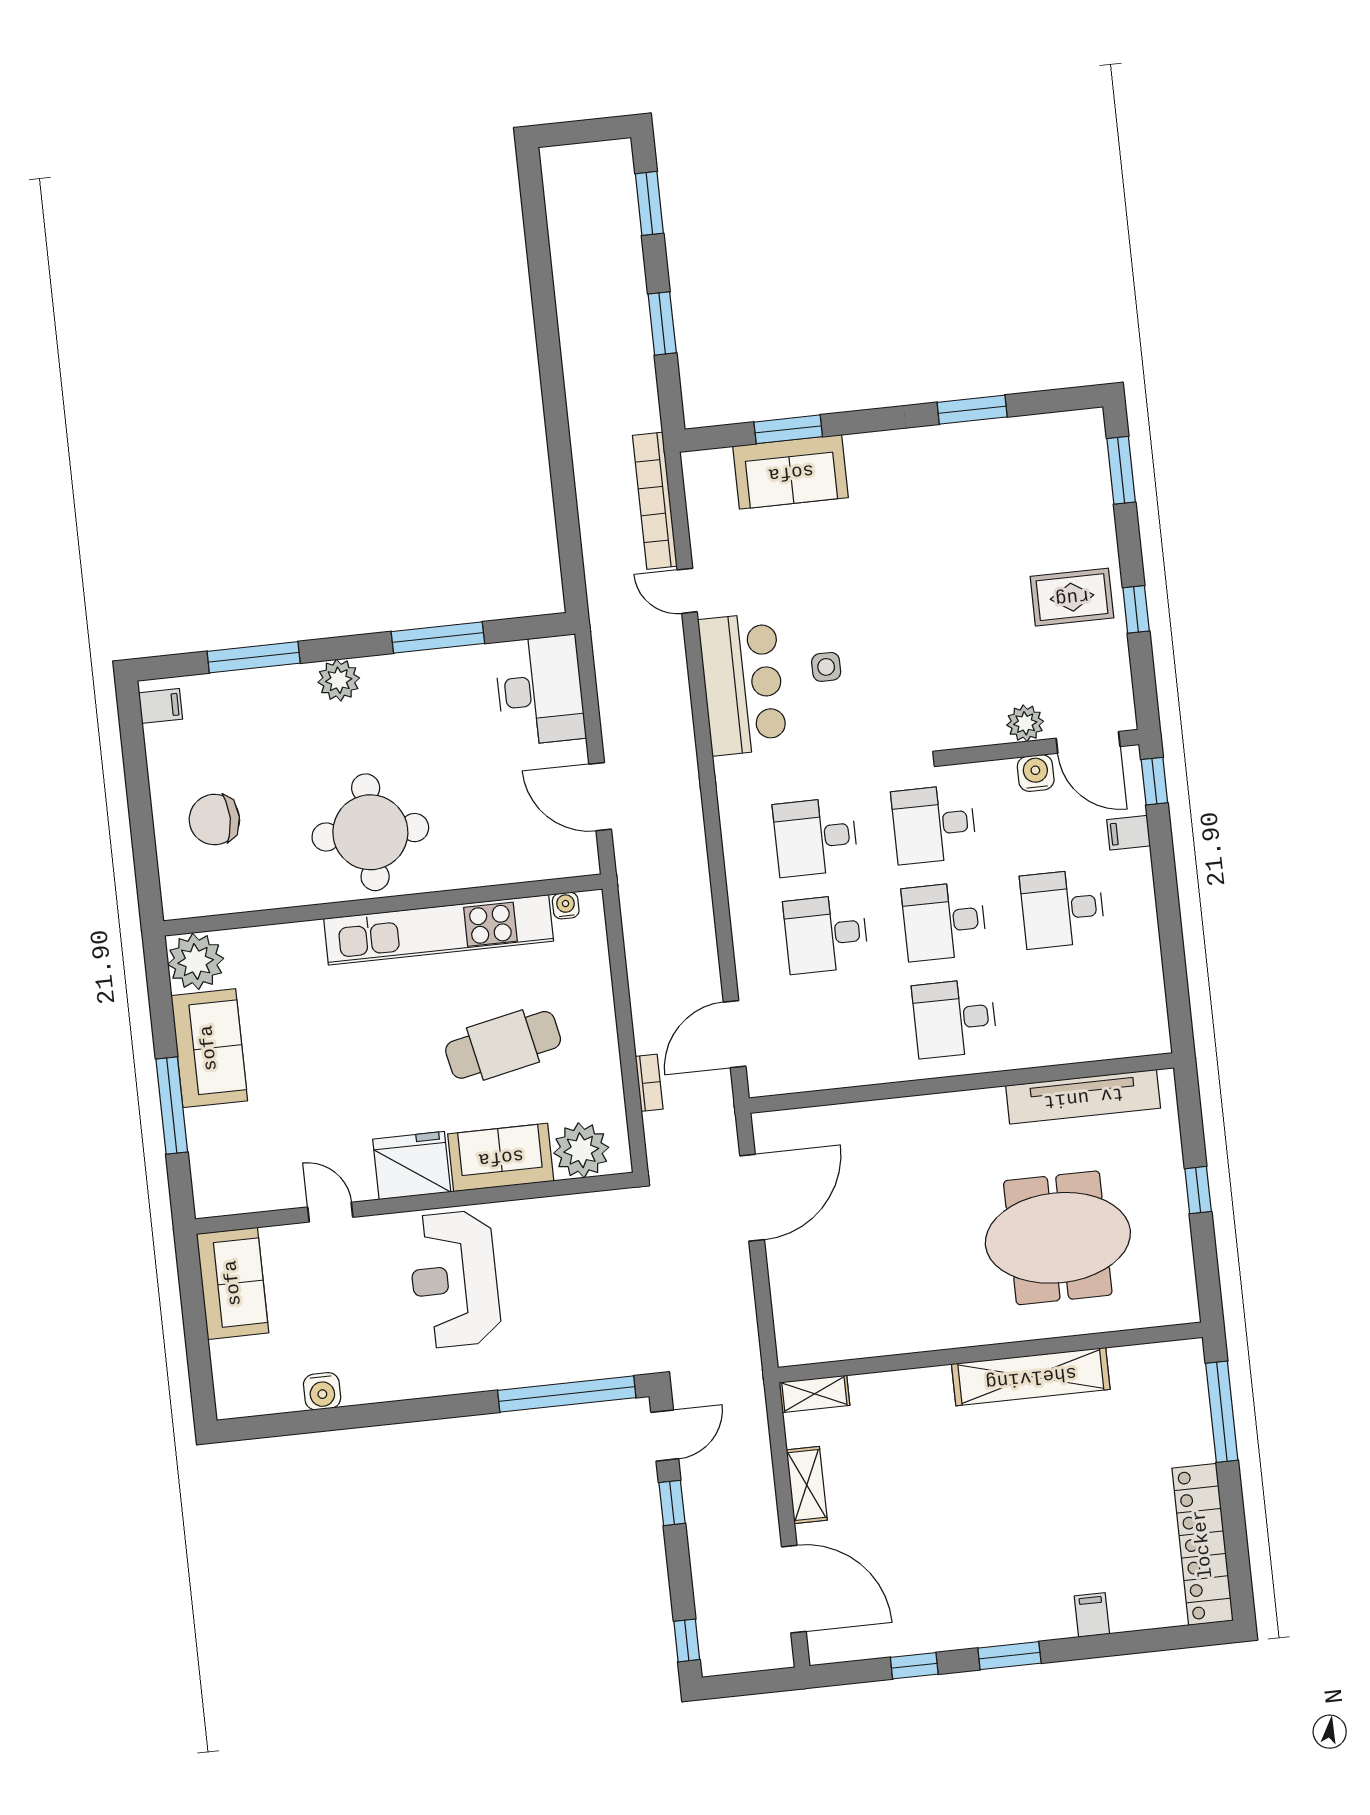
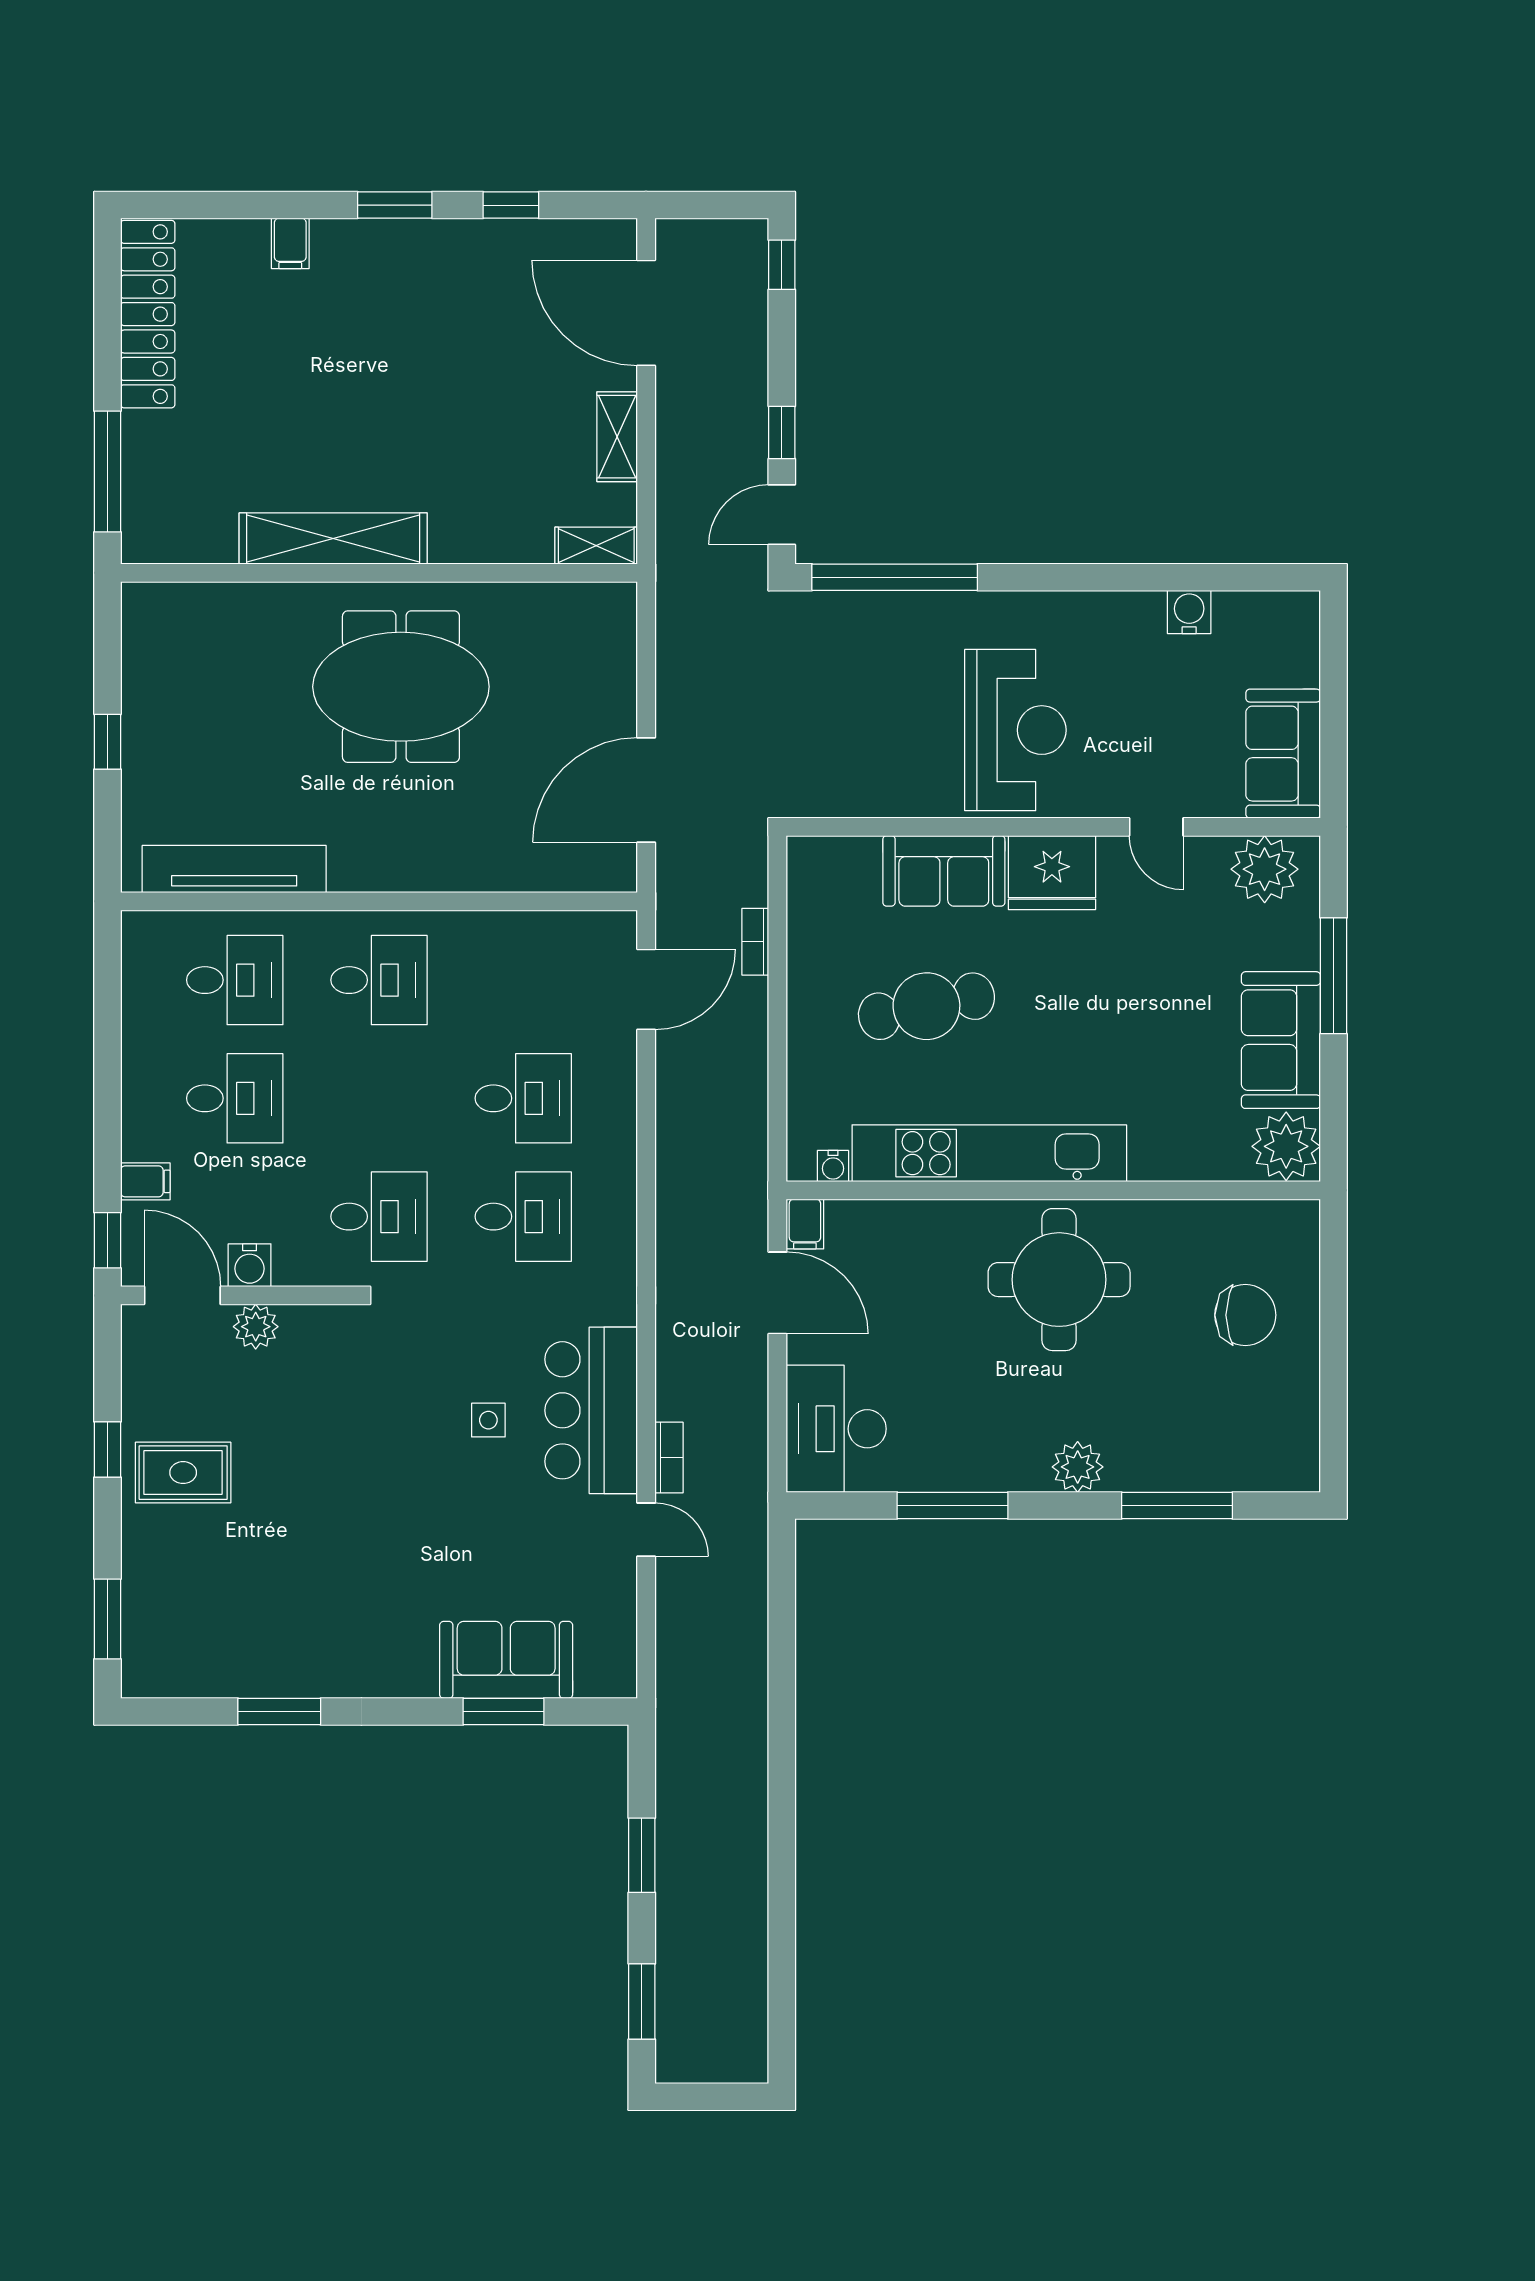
bookcase: (655, 501) -> (669, 1458), moved, width x0.43, depth x0.76
filing cabinet: (161, 706) -> (805, 1224), moved, turned -90
desk: (944, 921) -> (235, 980), moved
plant: (581, 1150) -> (1265, 869), moved
meeting table: (1058, 1238) -> (401, 687), moved

